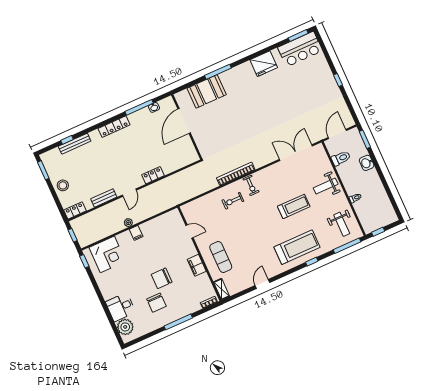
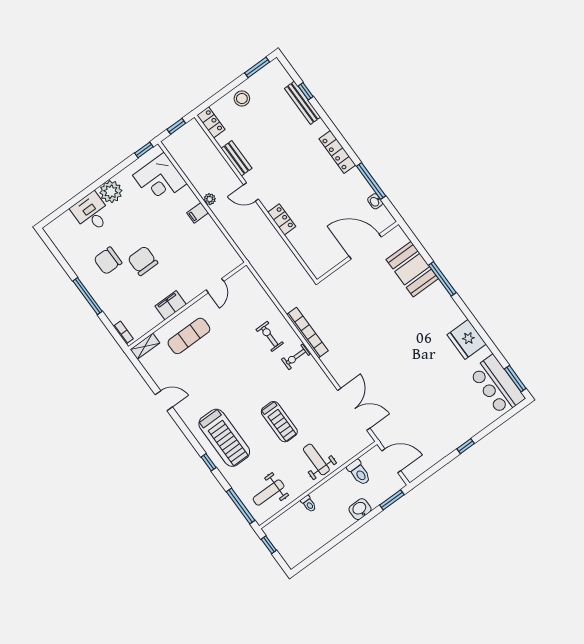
plant: (125, 327) -> (111, 192), moved

